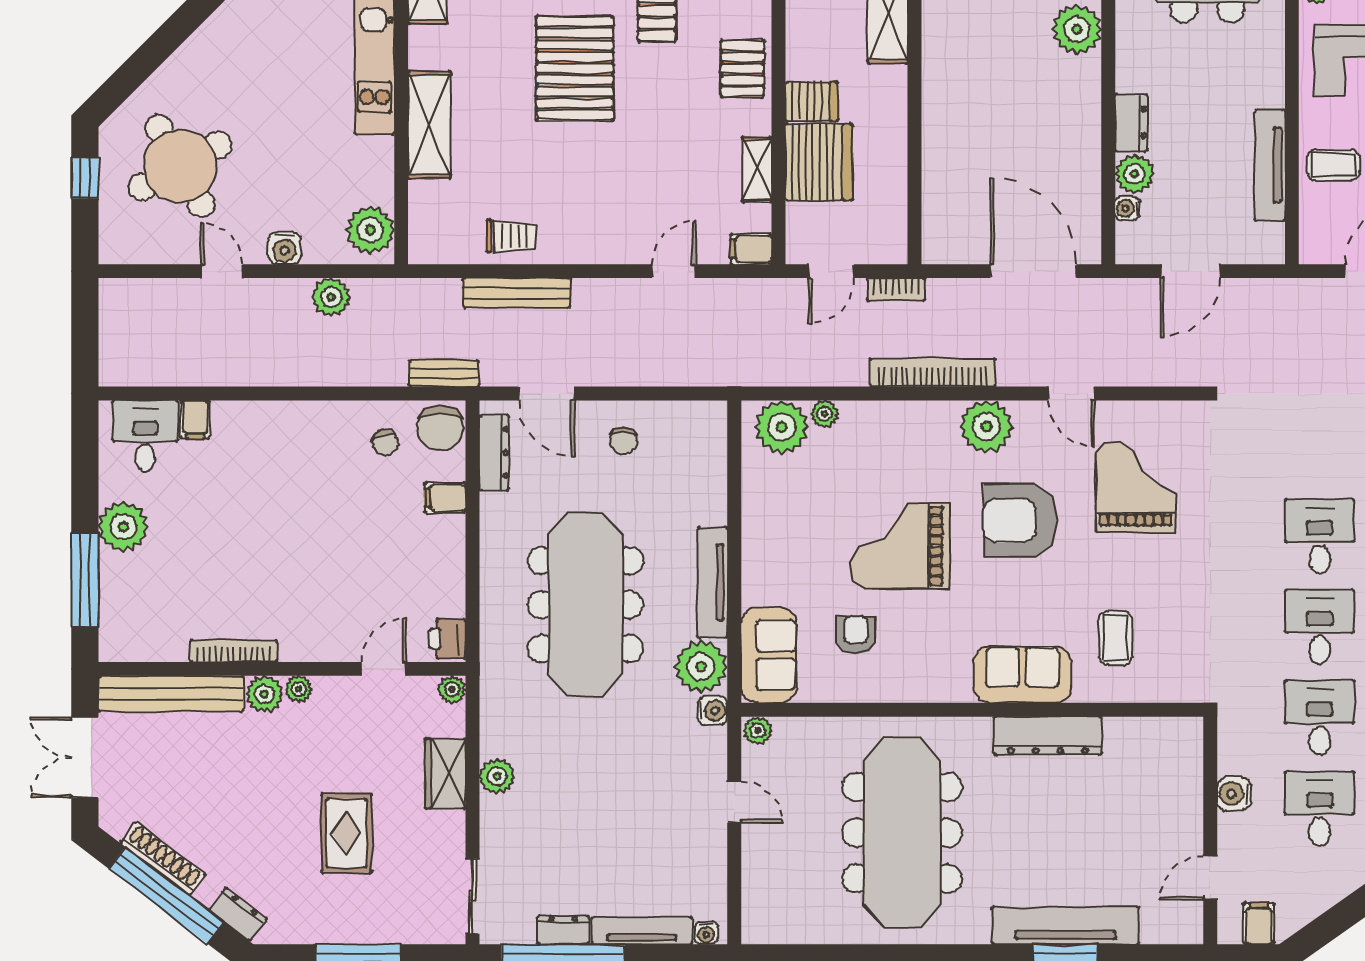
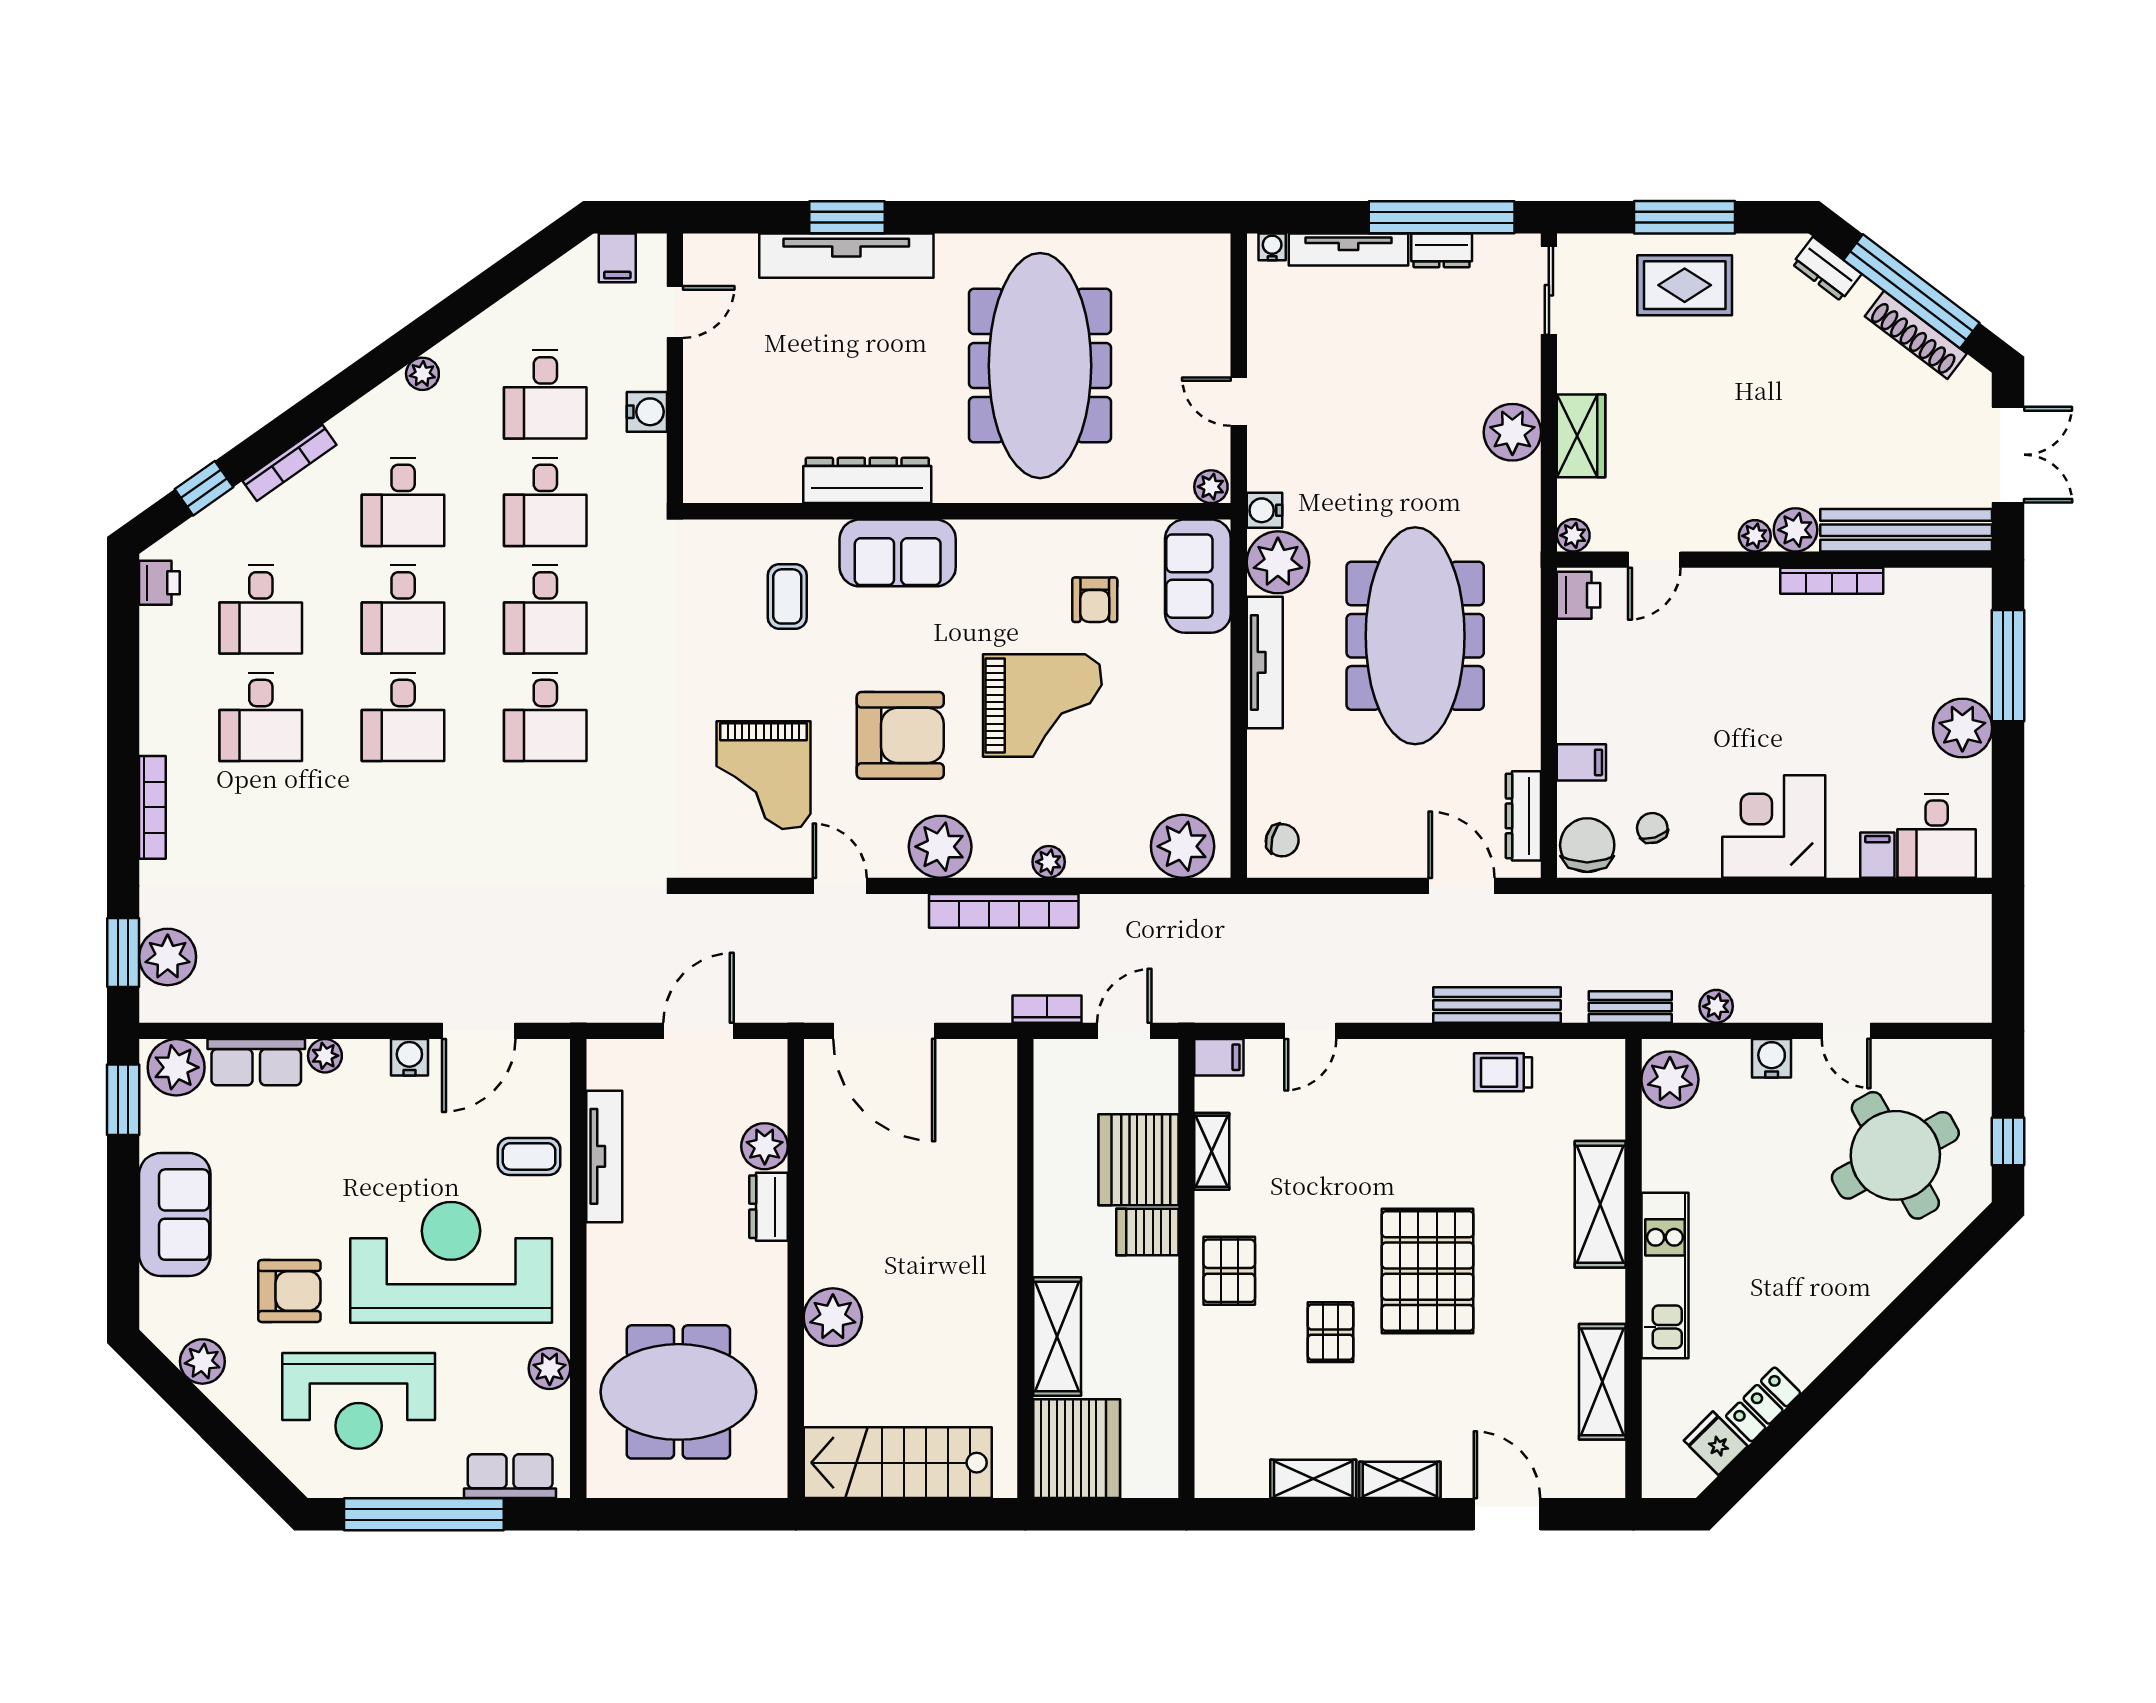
water cooler: (1127, 208) -> (773, 1105), removed
plant: (331, 297) -> (1716, 1006), width x0.73, depth x0.73
bench: (444, 373) -> (1630, 1007), moved
plant: (825, 414) -> (1049, 862), moved
chair: (623, 441) -> (1282, 840), moved, turned 105
corner desk: (283, 444) -> (1774, 826), added
plant: (497, 776) -> (1512, 432), width x1.36, depth x1.36
rug: (347, 833) -> (1685, 285), moved, turned 90

